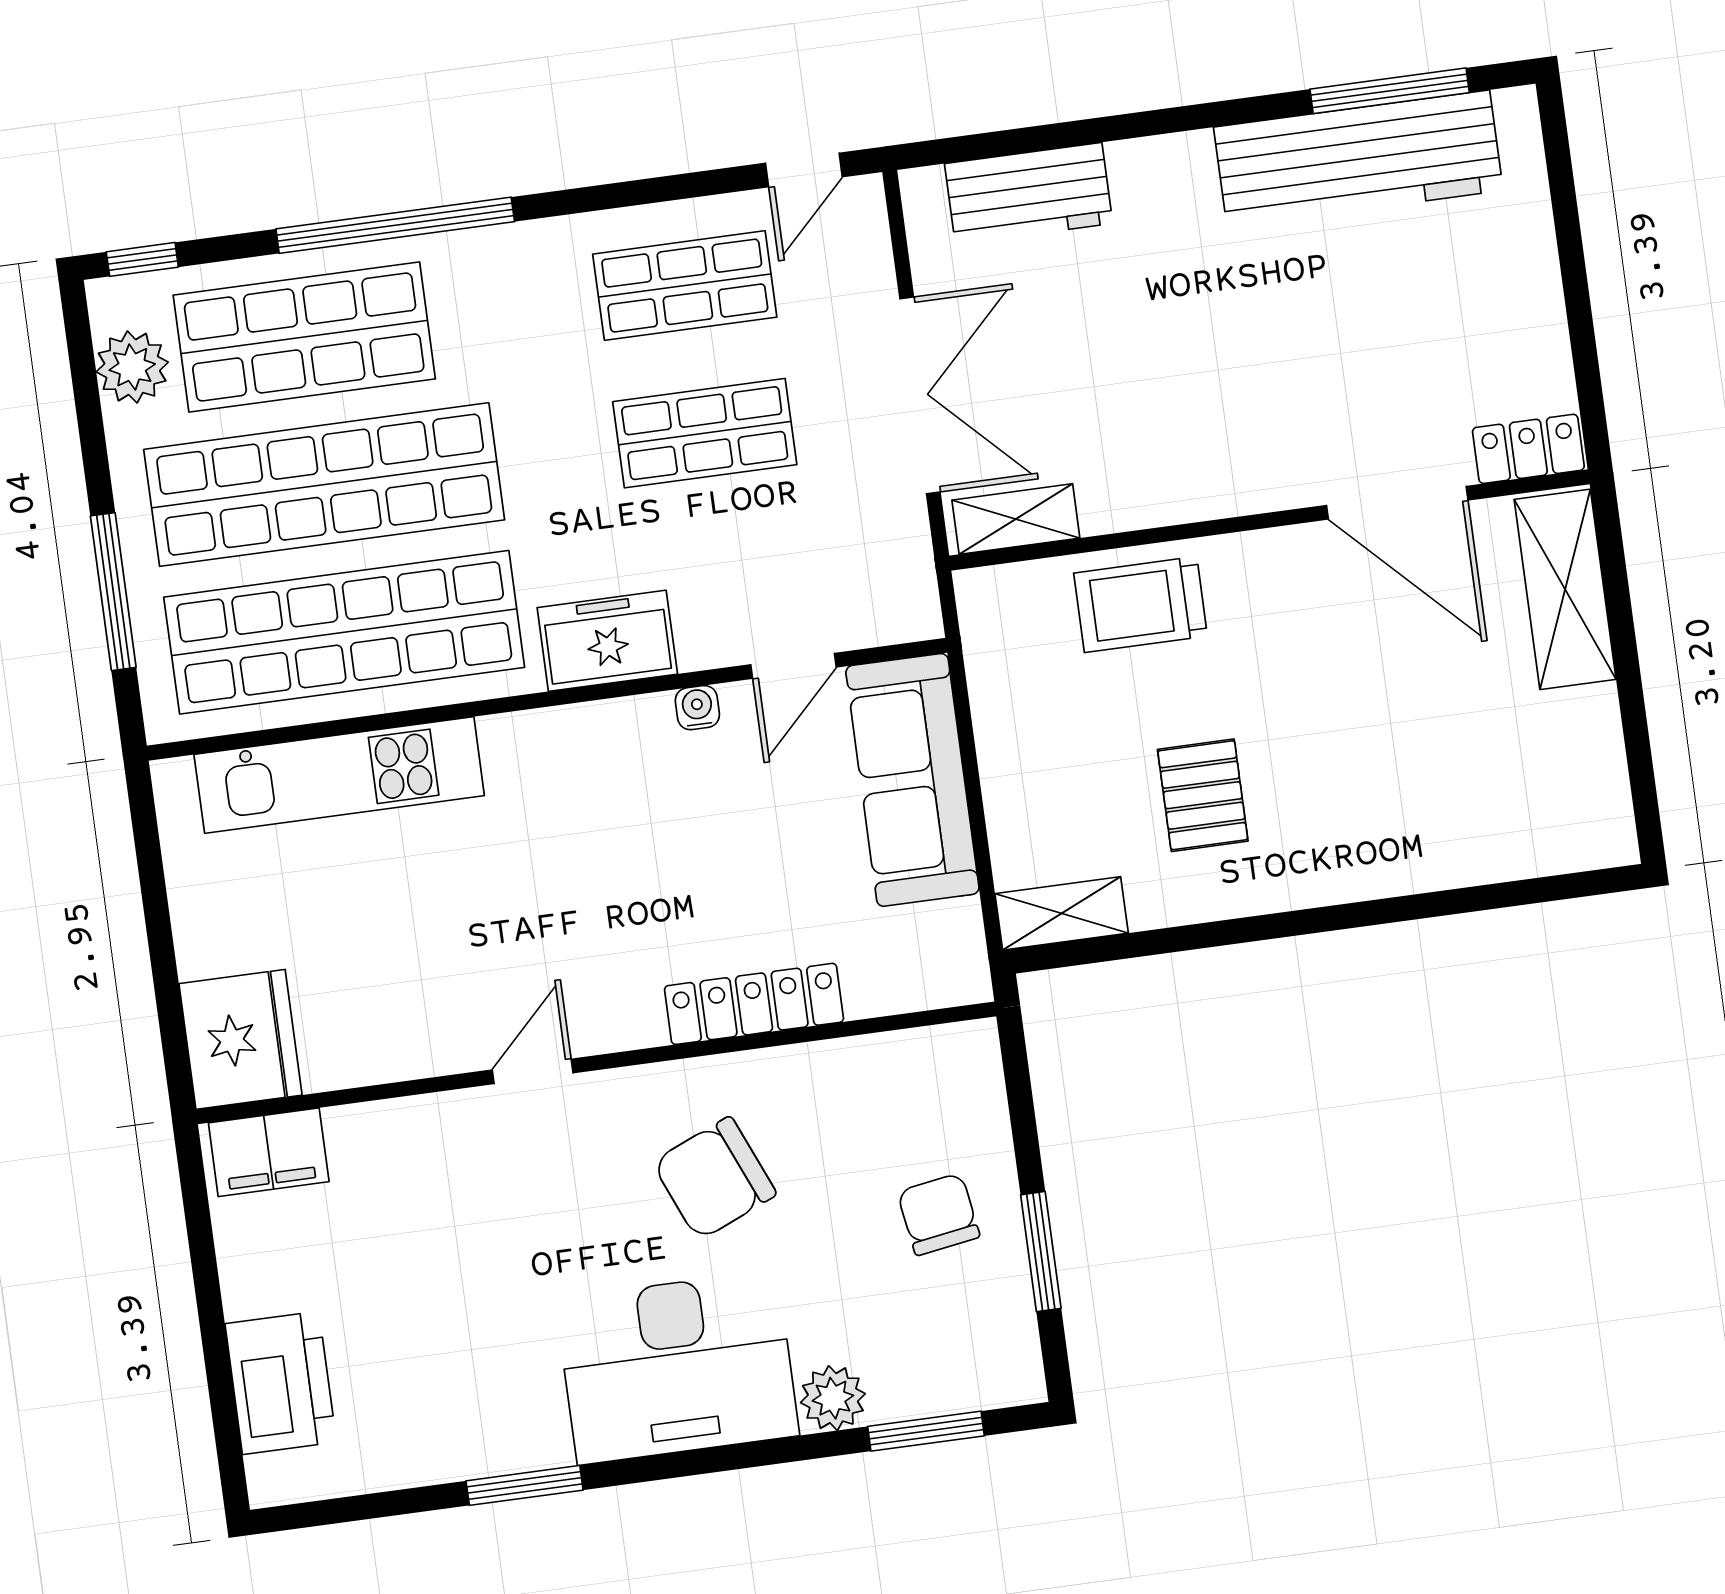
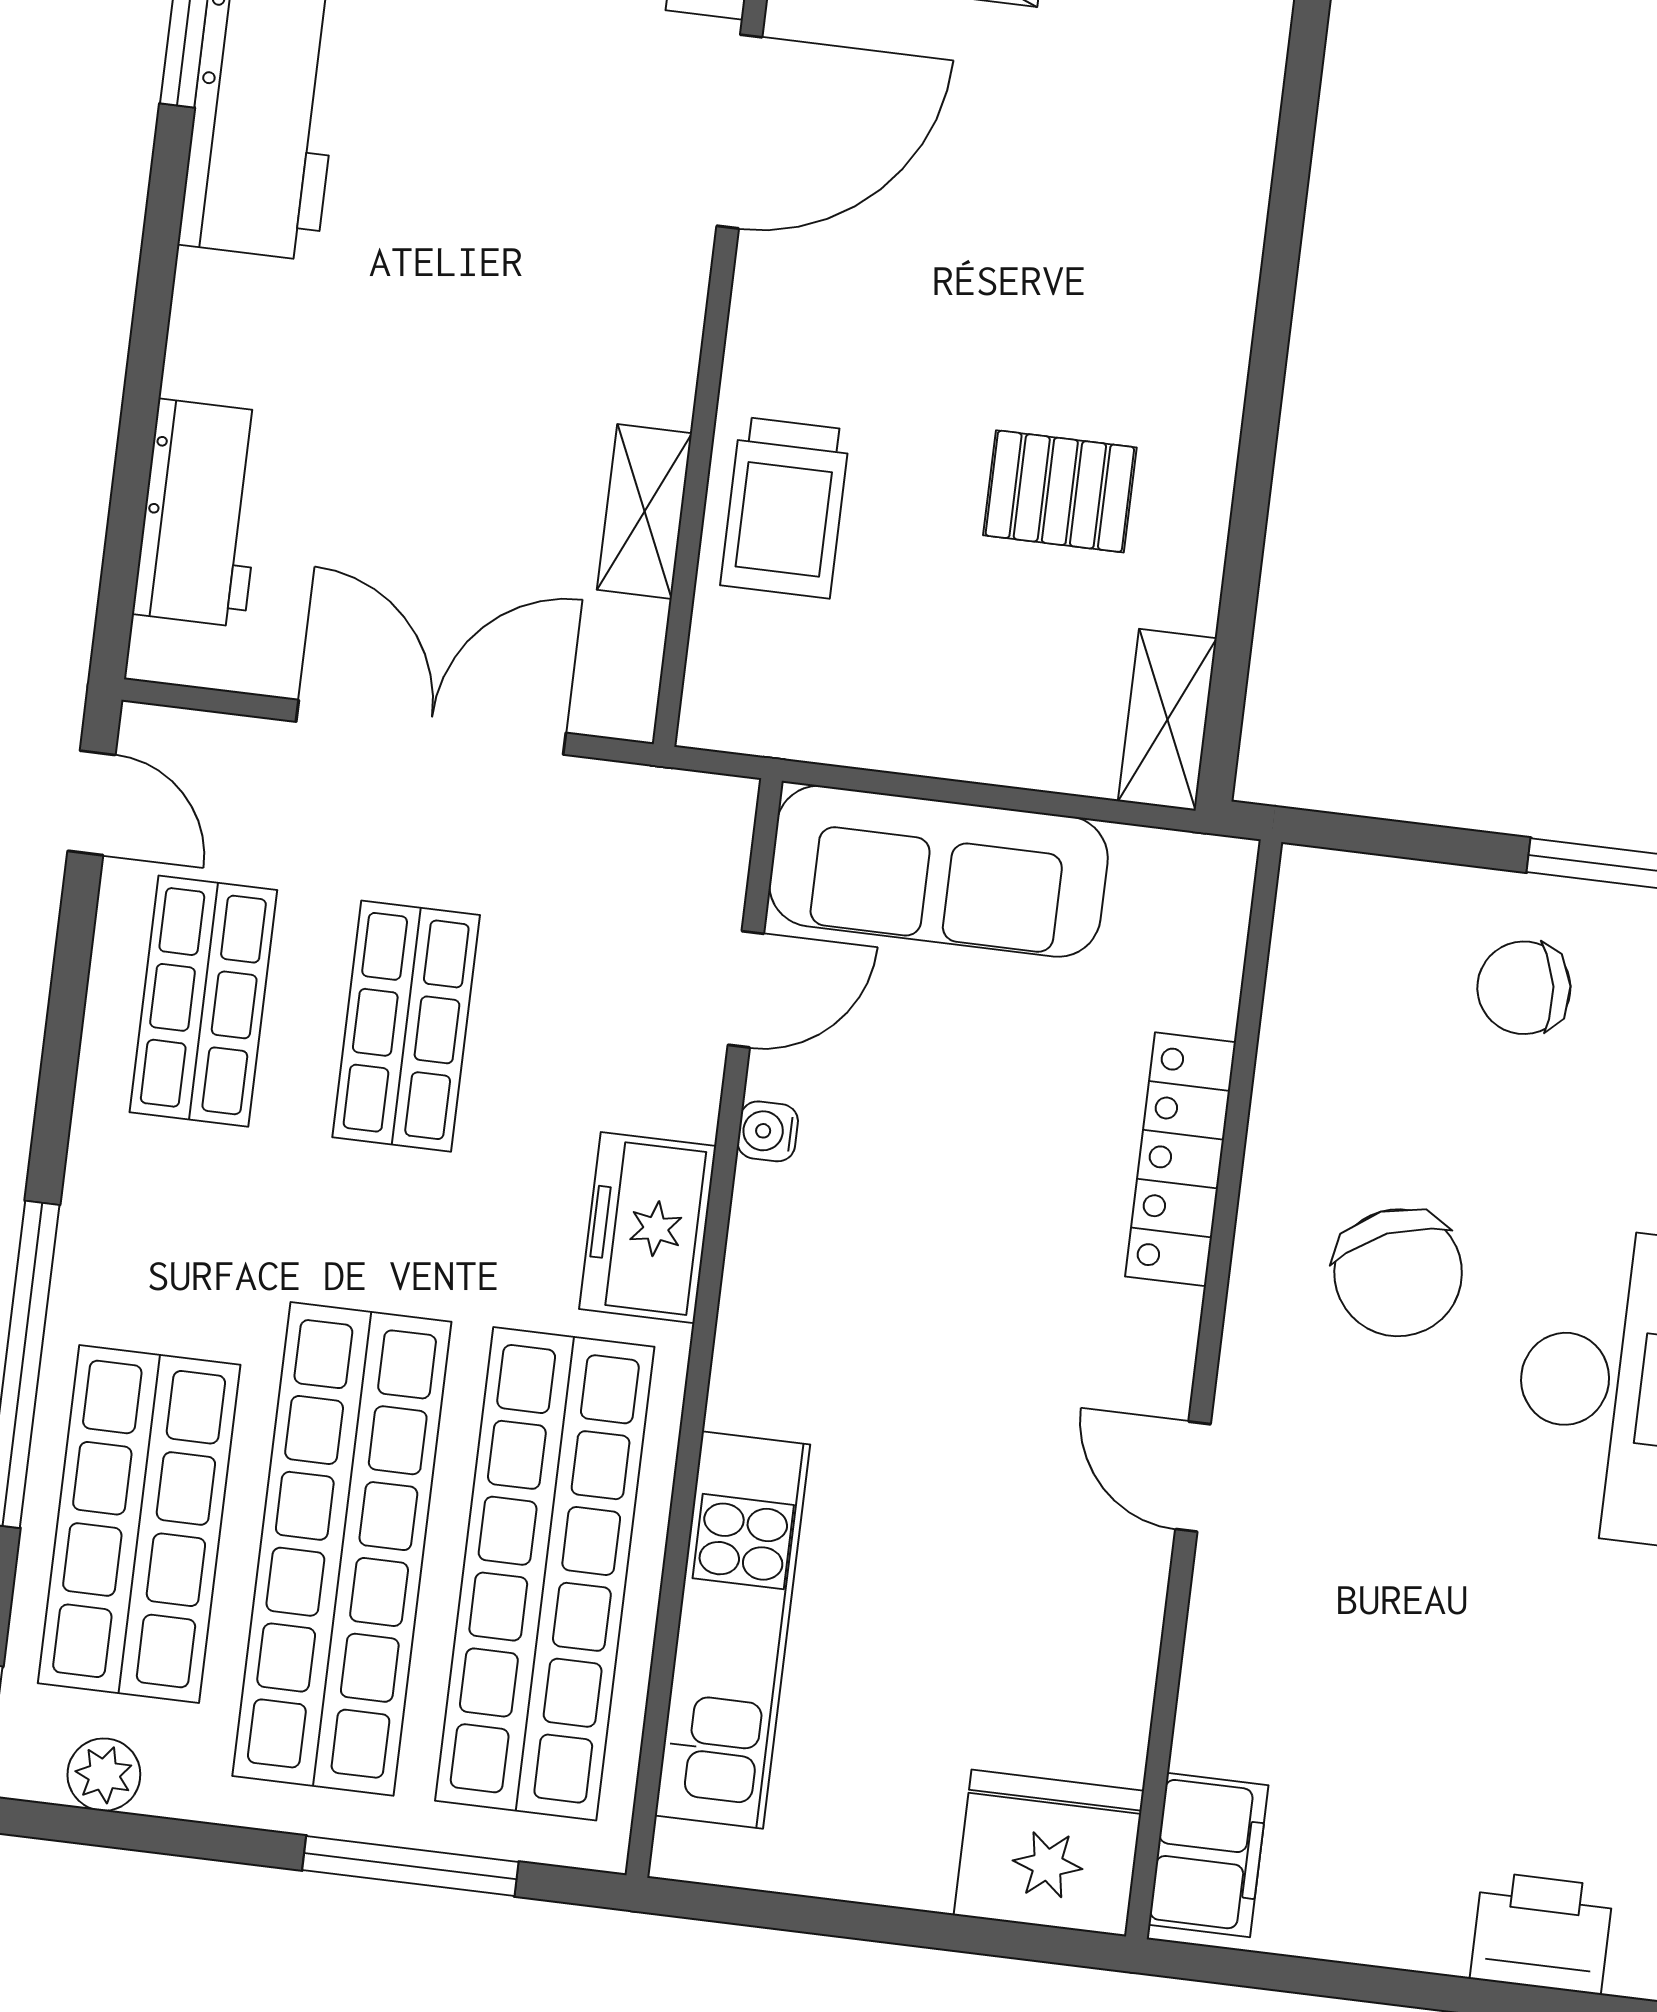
plant: (132, 367) -> (104, 1775), width x0.73, depth x0.73
shelving: (1016, 519) -> (645, 512), moved
door: (794, 666) -> (746, 989), hinge flipped
printer: (281, 1383) -> (1542, 1933), width x0.73, depth x0.84

